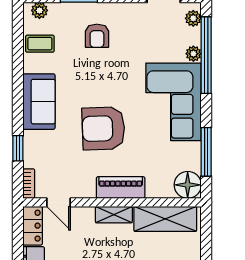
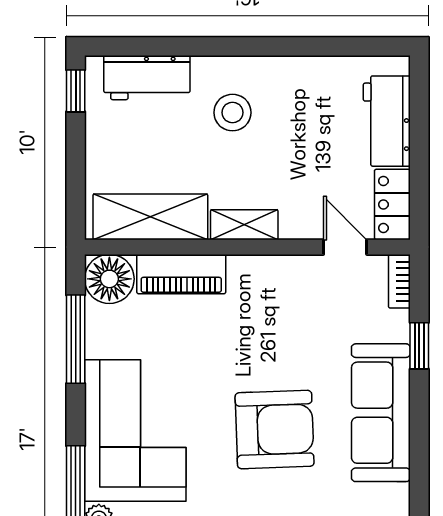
sofa: (39, 102) -> (381, 413), width x1.36
armchair: (103, 128) -> (275, 430), moved
piano: (121, 188) -> (181, 274), moved

